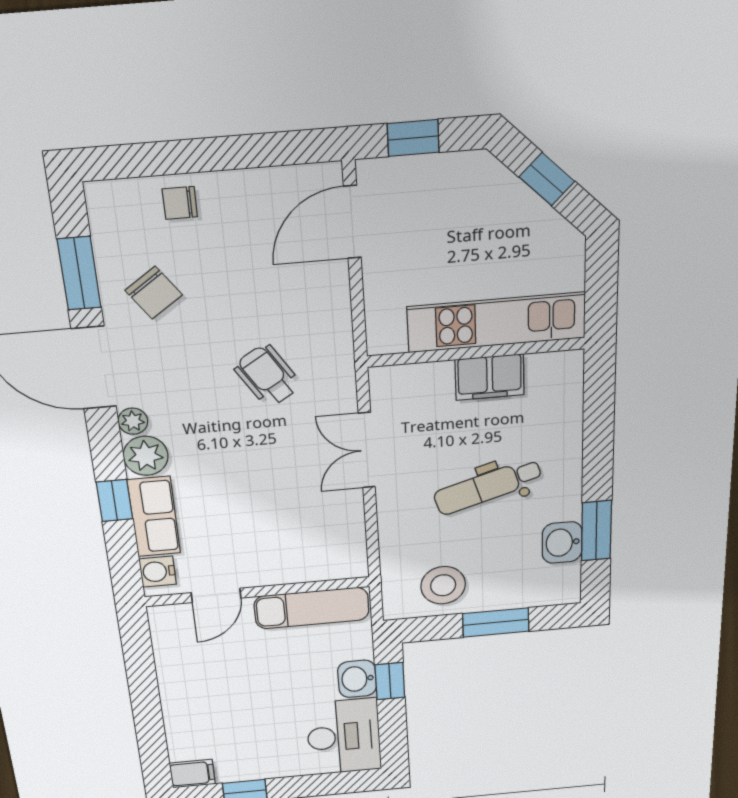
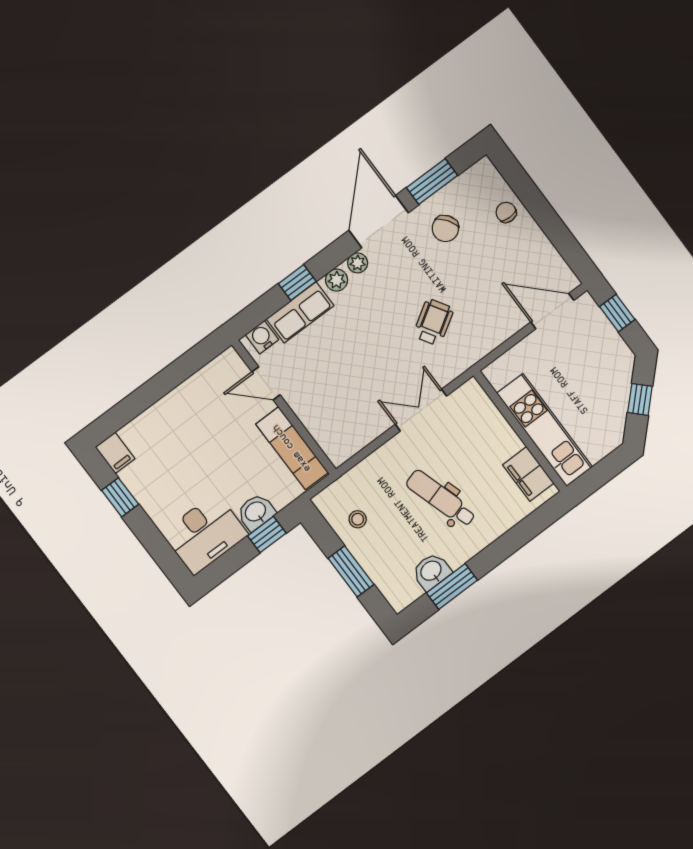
filing cabinet: (490, 377) -> (528, 474), moved
plant: (146, 456) -> (337, 280), width x0.73, depth x0.73
stool: (443, 585) -> (358, 519), width x0.53, depth x0.53

